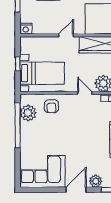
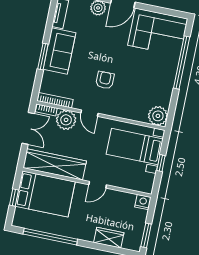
armchair: (51, 106) -> (105, 80), moved
plant: (28, 113) -> (158, 116), moved
window: (18, 125) -> (182, 62), moved

